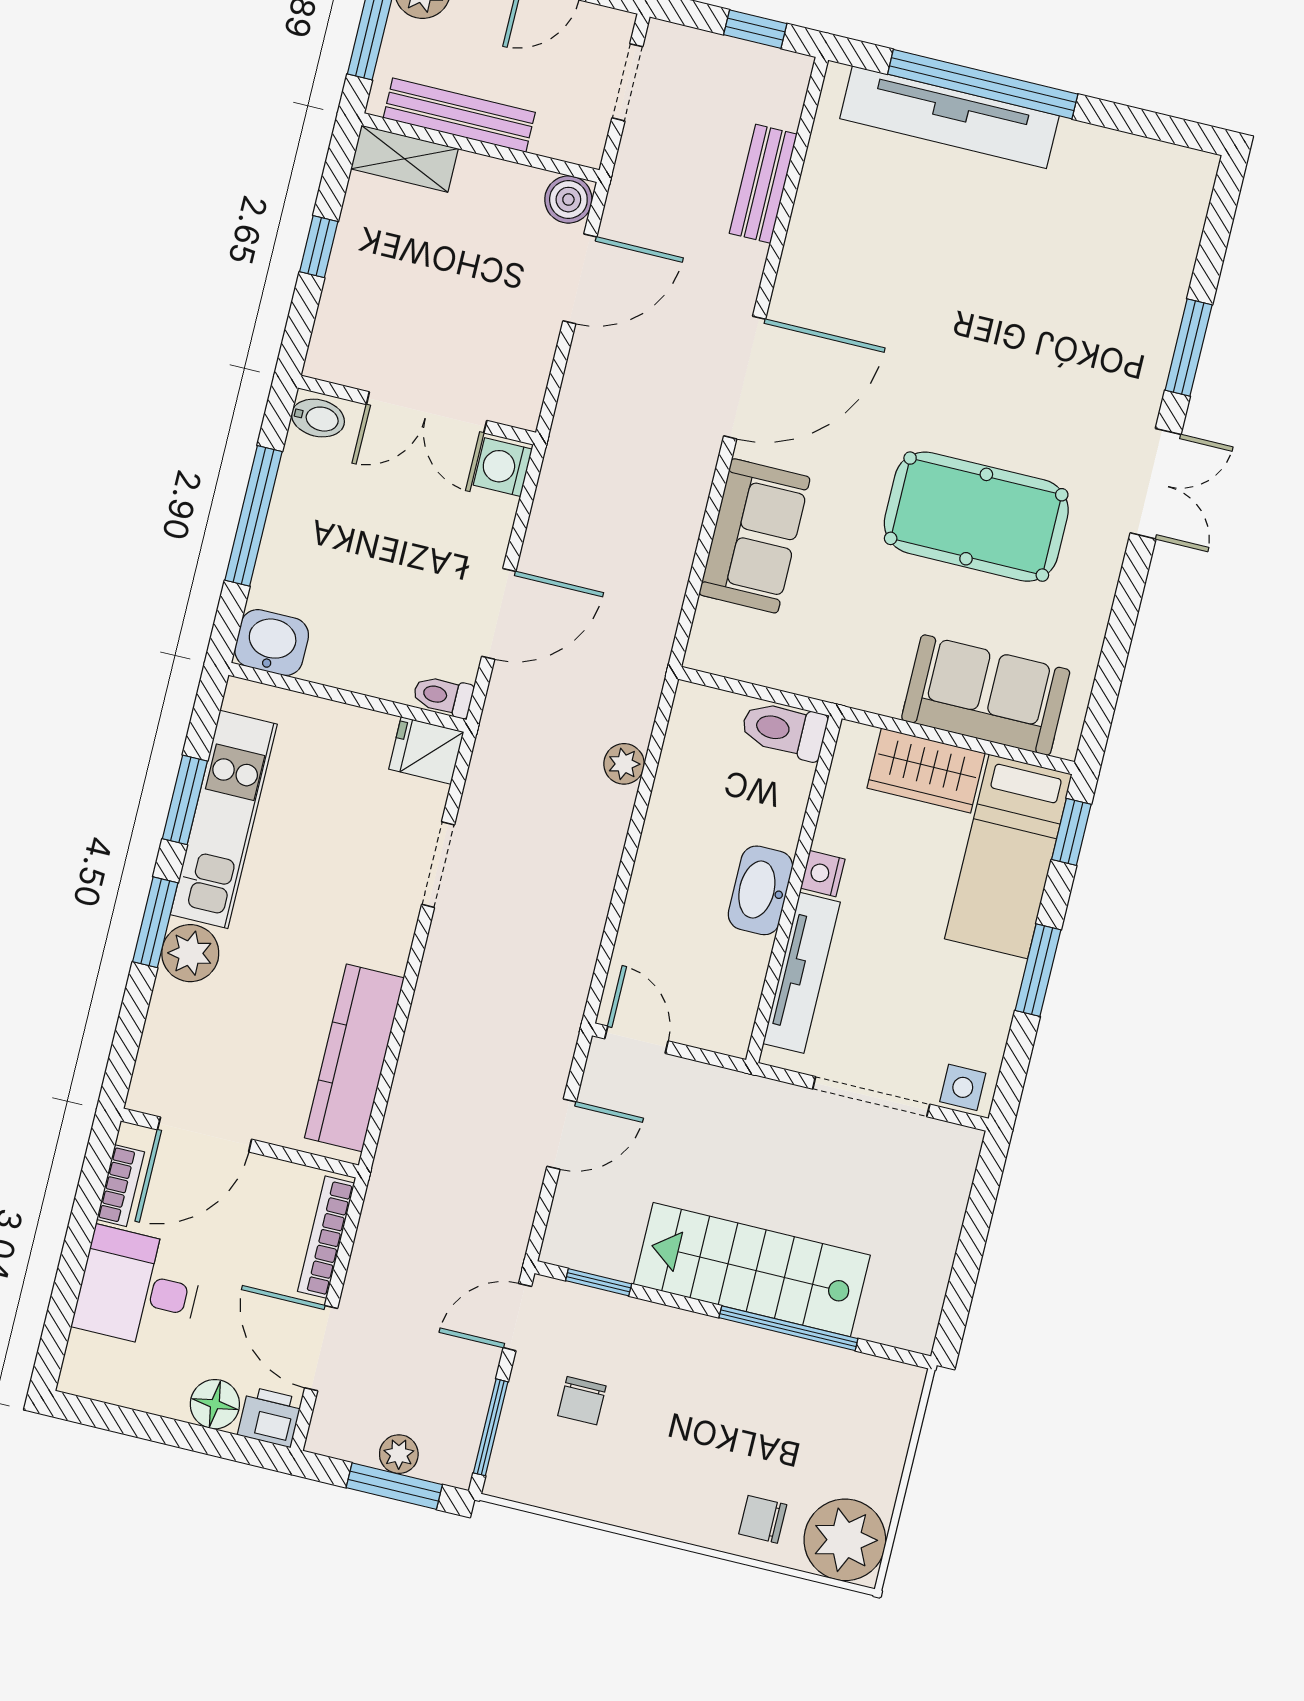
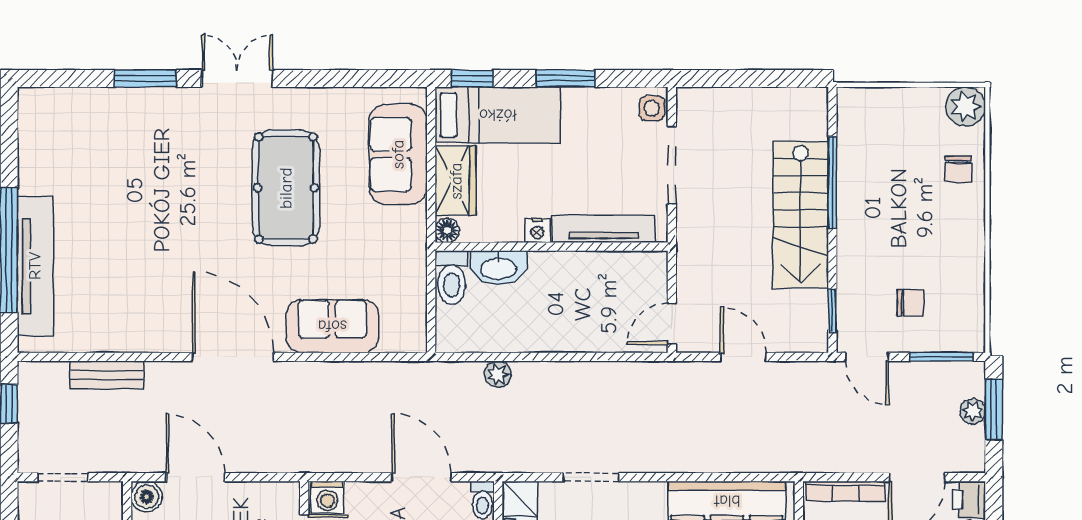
floor lamp: (855, 741) -> (447, 230), added
washbasin: (760, 890) -> (499, 268), moved
plant: (845, 1540) -> (966, 107), width x0.73, depth x0.73

